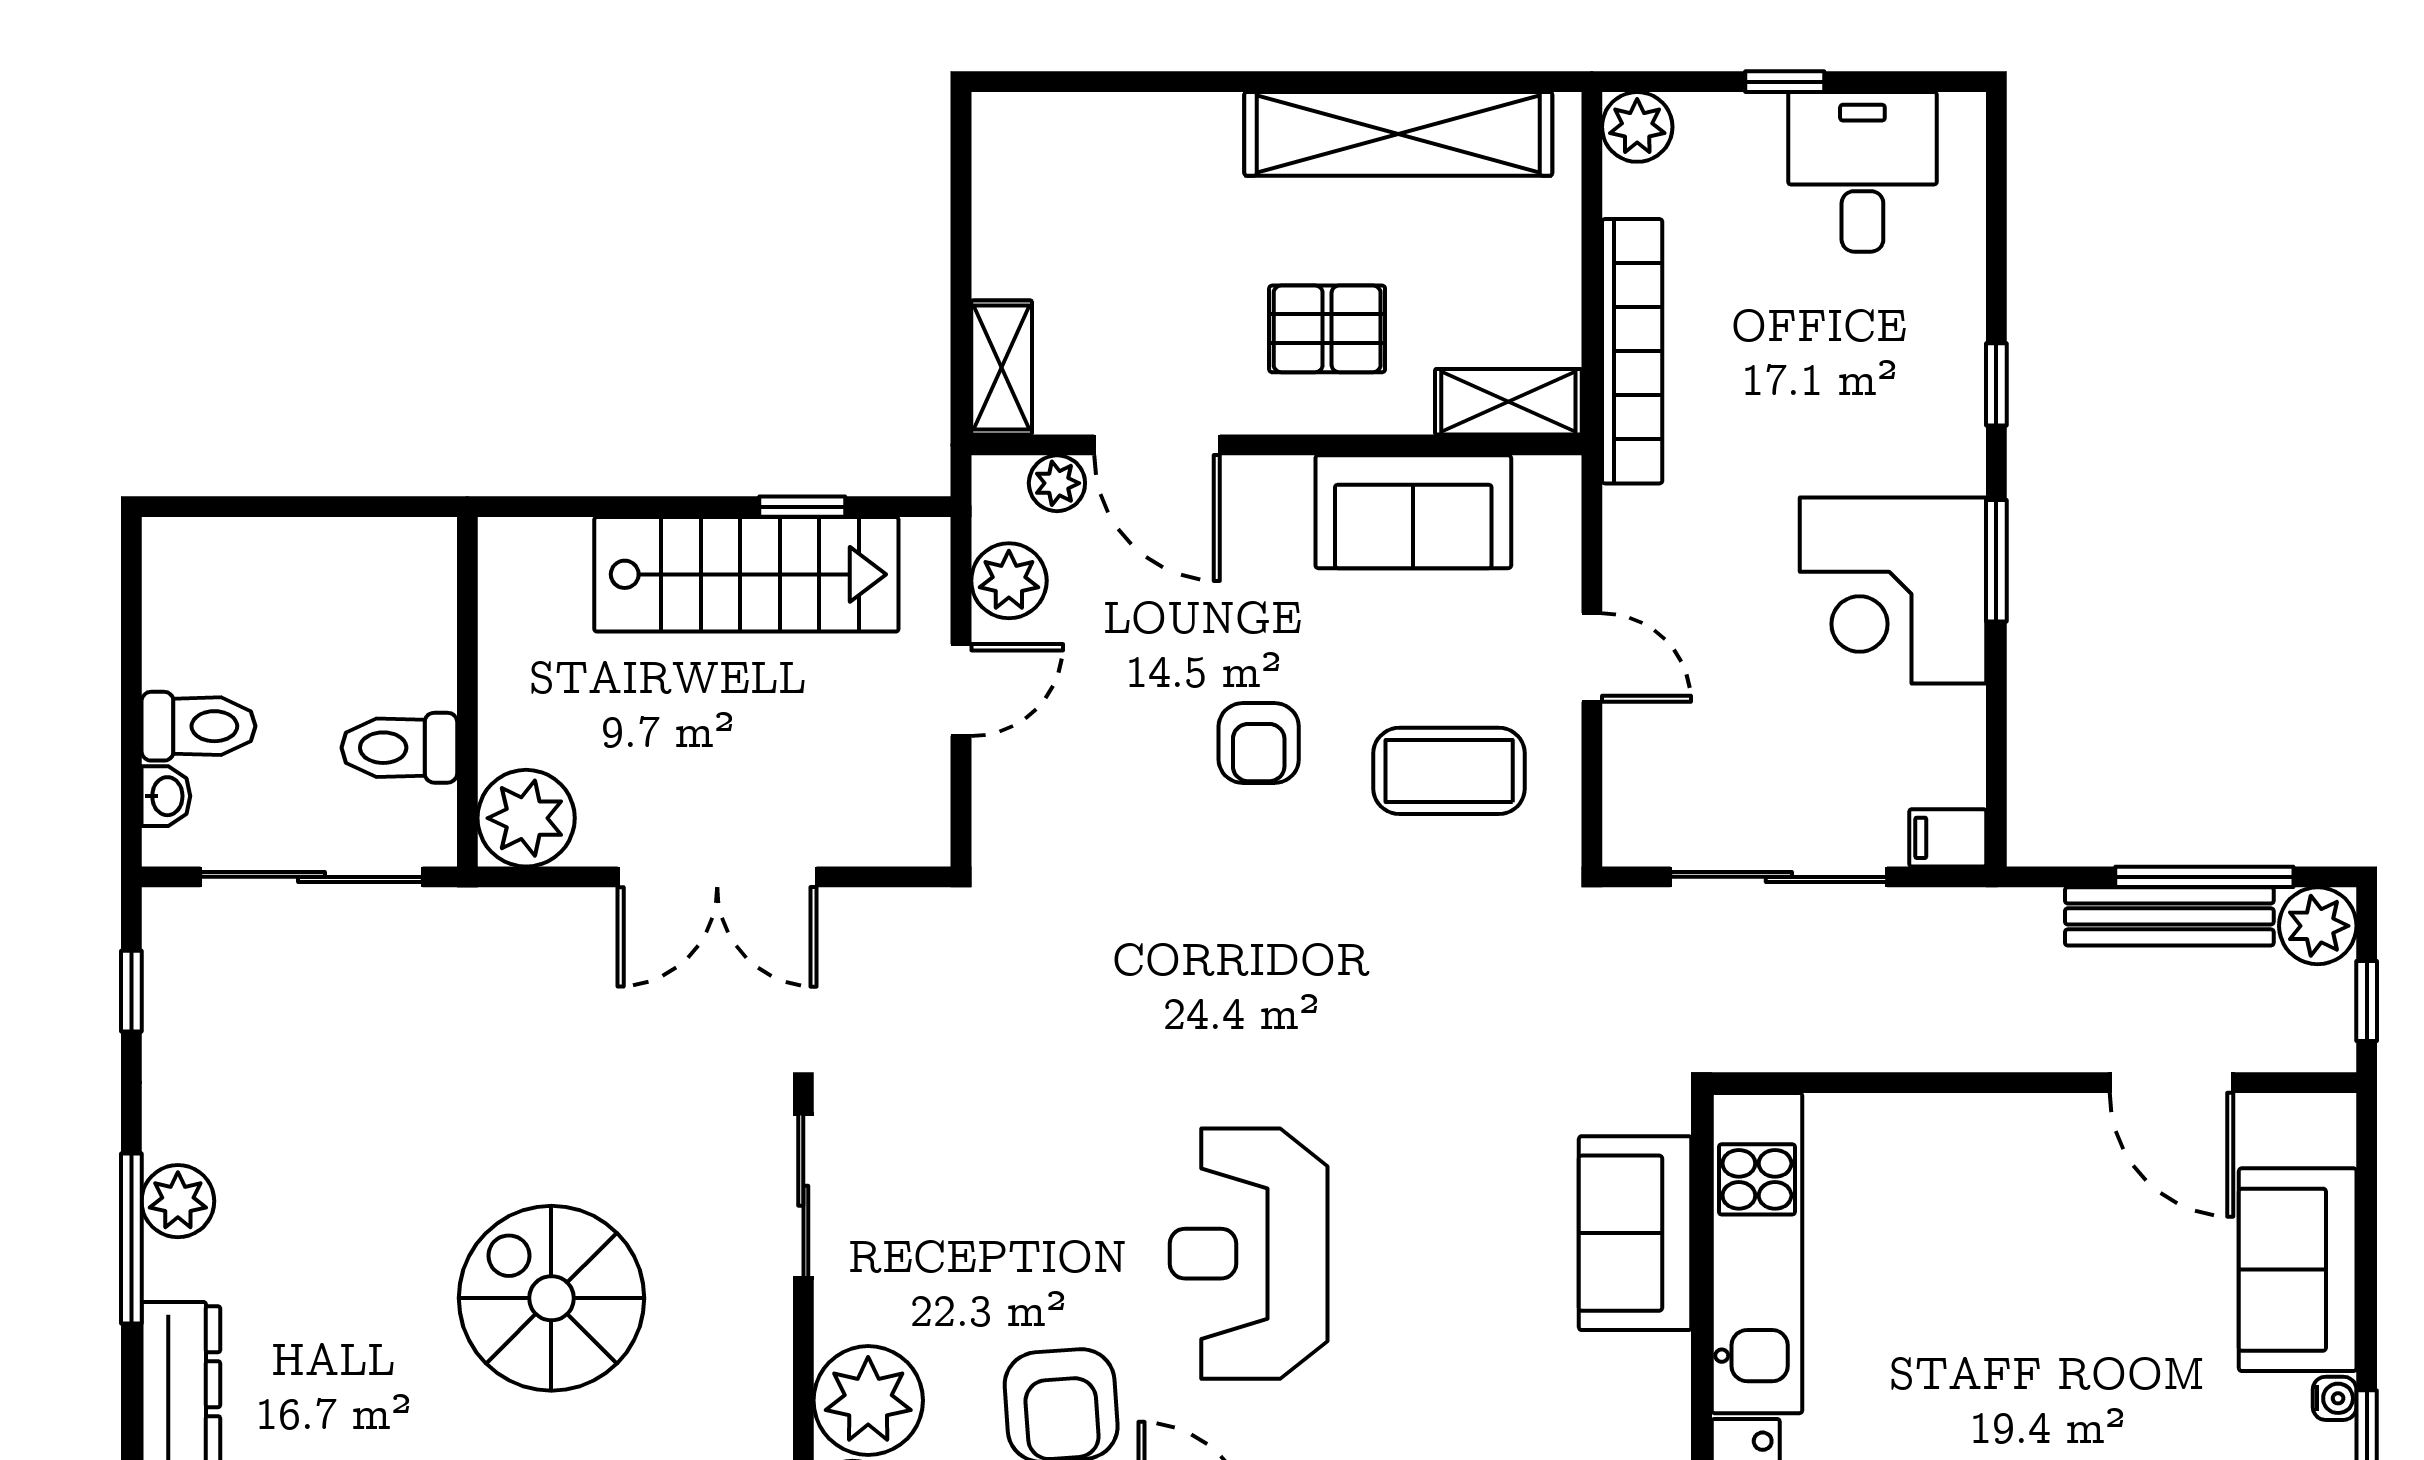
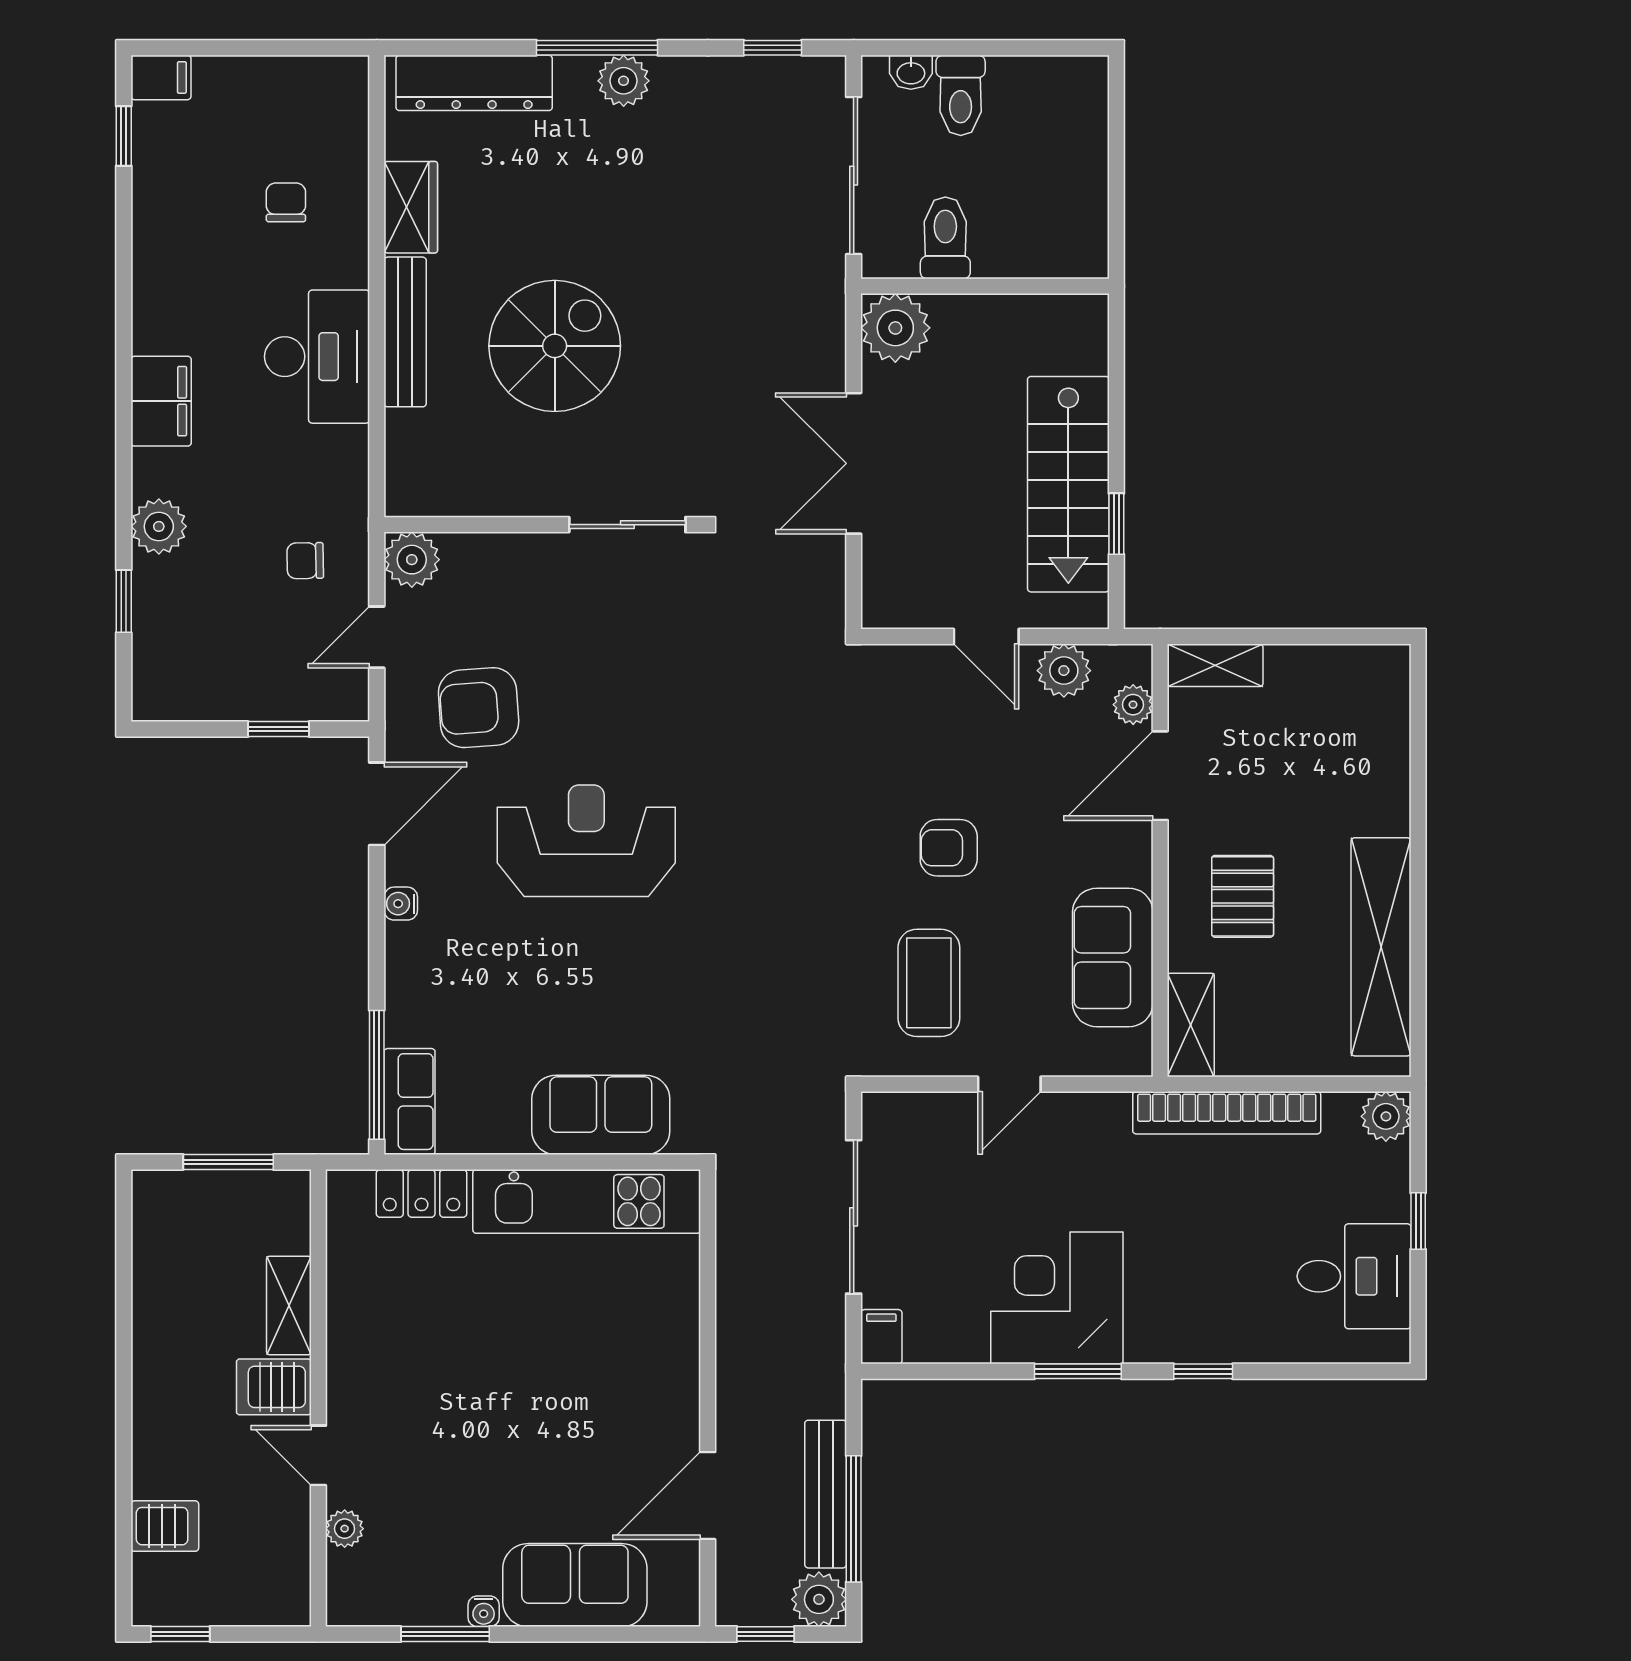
plant: (868, 1400) -> (482, 571), removed

